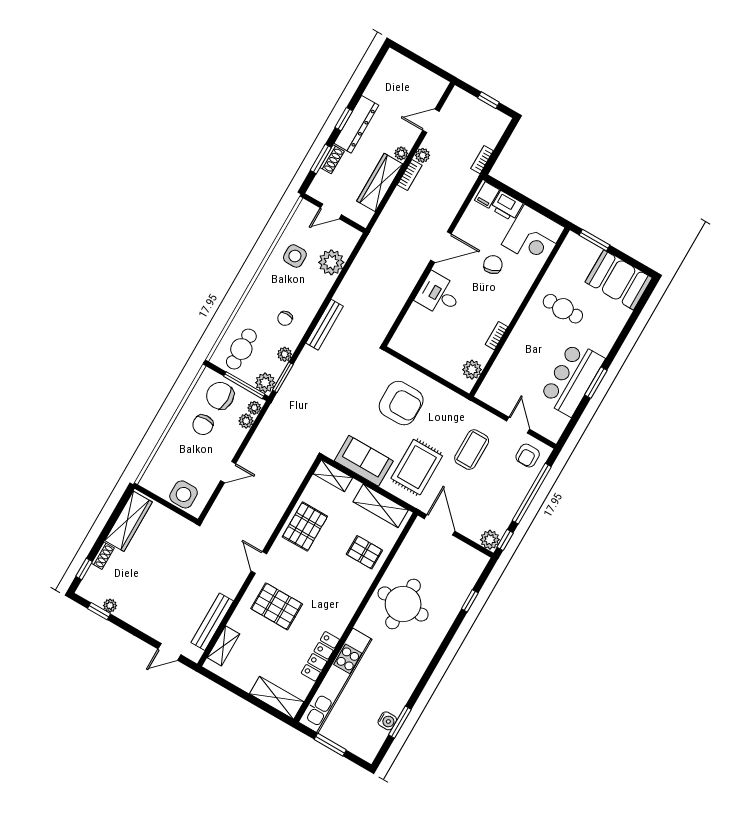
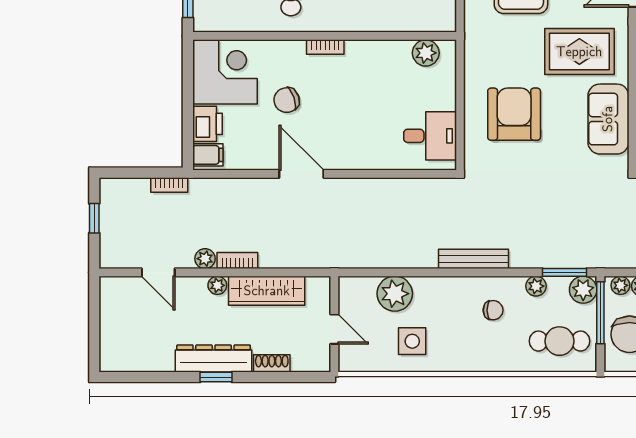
window: (321, 159) -> (279, 377), removed
desk: (439, 295) -> (430, 136), moved, turned -90
bookcase: (496, 336) -> (325, 47), moved

